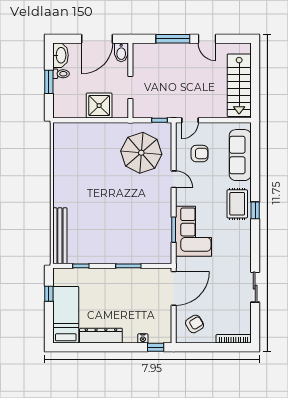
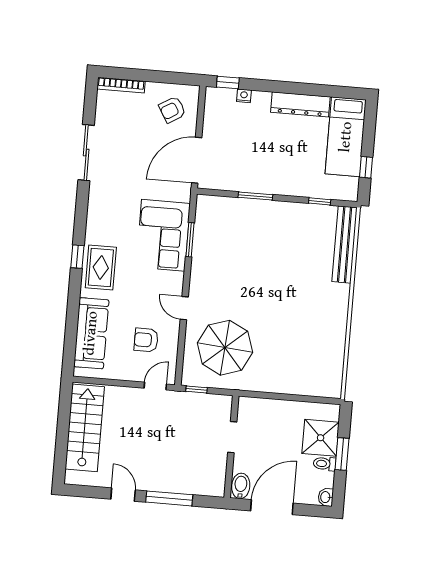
washbasin: (61, 55) -> (326, 497), width x0.52, depth x0.69
shower: (99, 106) -> (321, 438), moved
sliding door: (255, 287) -> (86, 153), width x1.37

